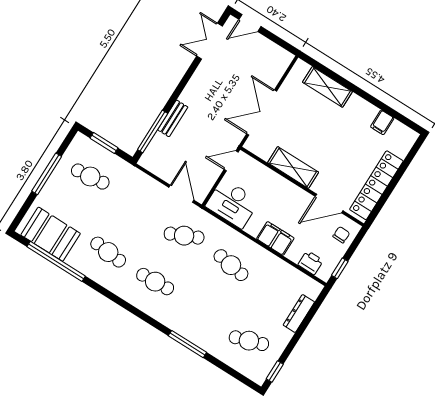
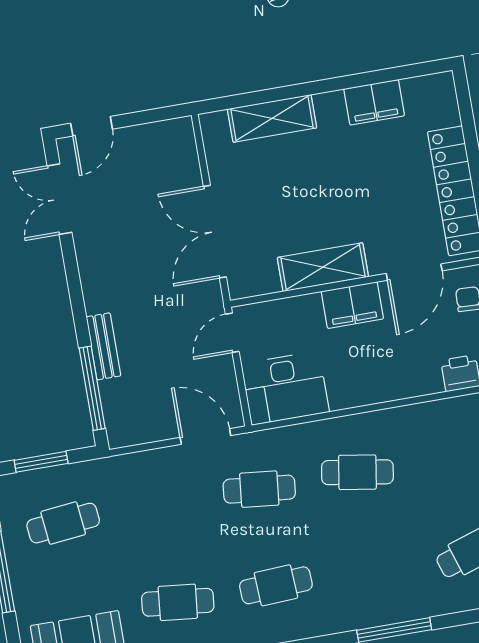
filing cabinet: (382, 122) -> (374, 102), width x2.00
cafe table: (184, 236) -> (259, 489), turned 30
filing cabinet: (275, 238) -> (352, 305), moved, turned 180

